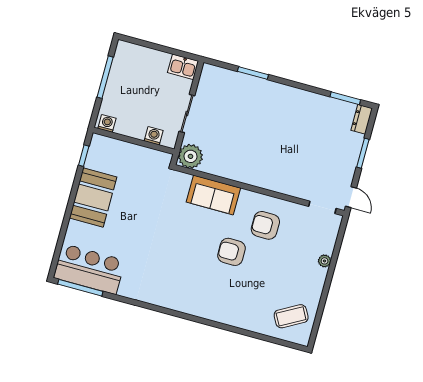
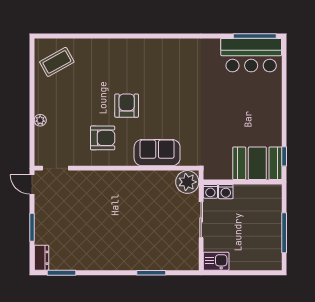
washing machine: (107, 123) -> (210, 191), moved
booth: (93, 198) -> (257, 163), moved, turned 90
armchair: (231, 252) -> (127, 106), turned -90

